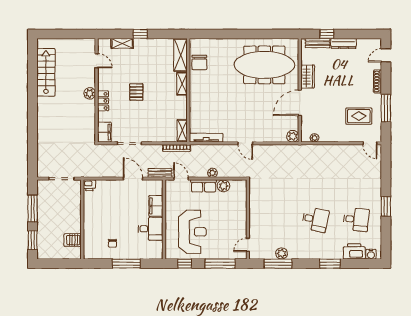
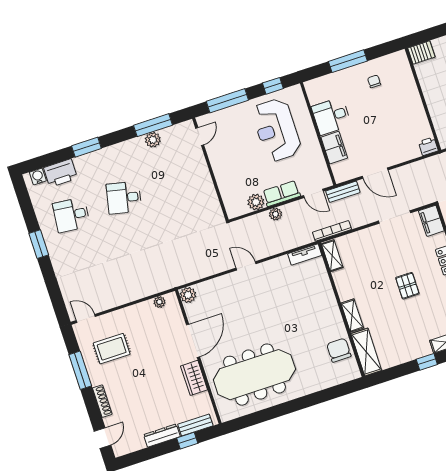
tv unit: (206, 138) -> (305, 255), width x0.71
server rack: (73, 240) -> (421, 52), moved

